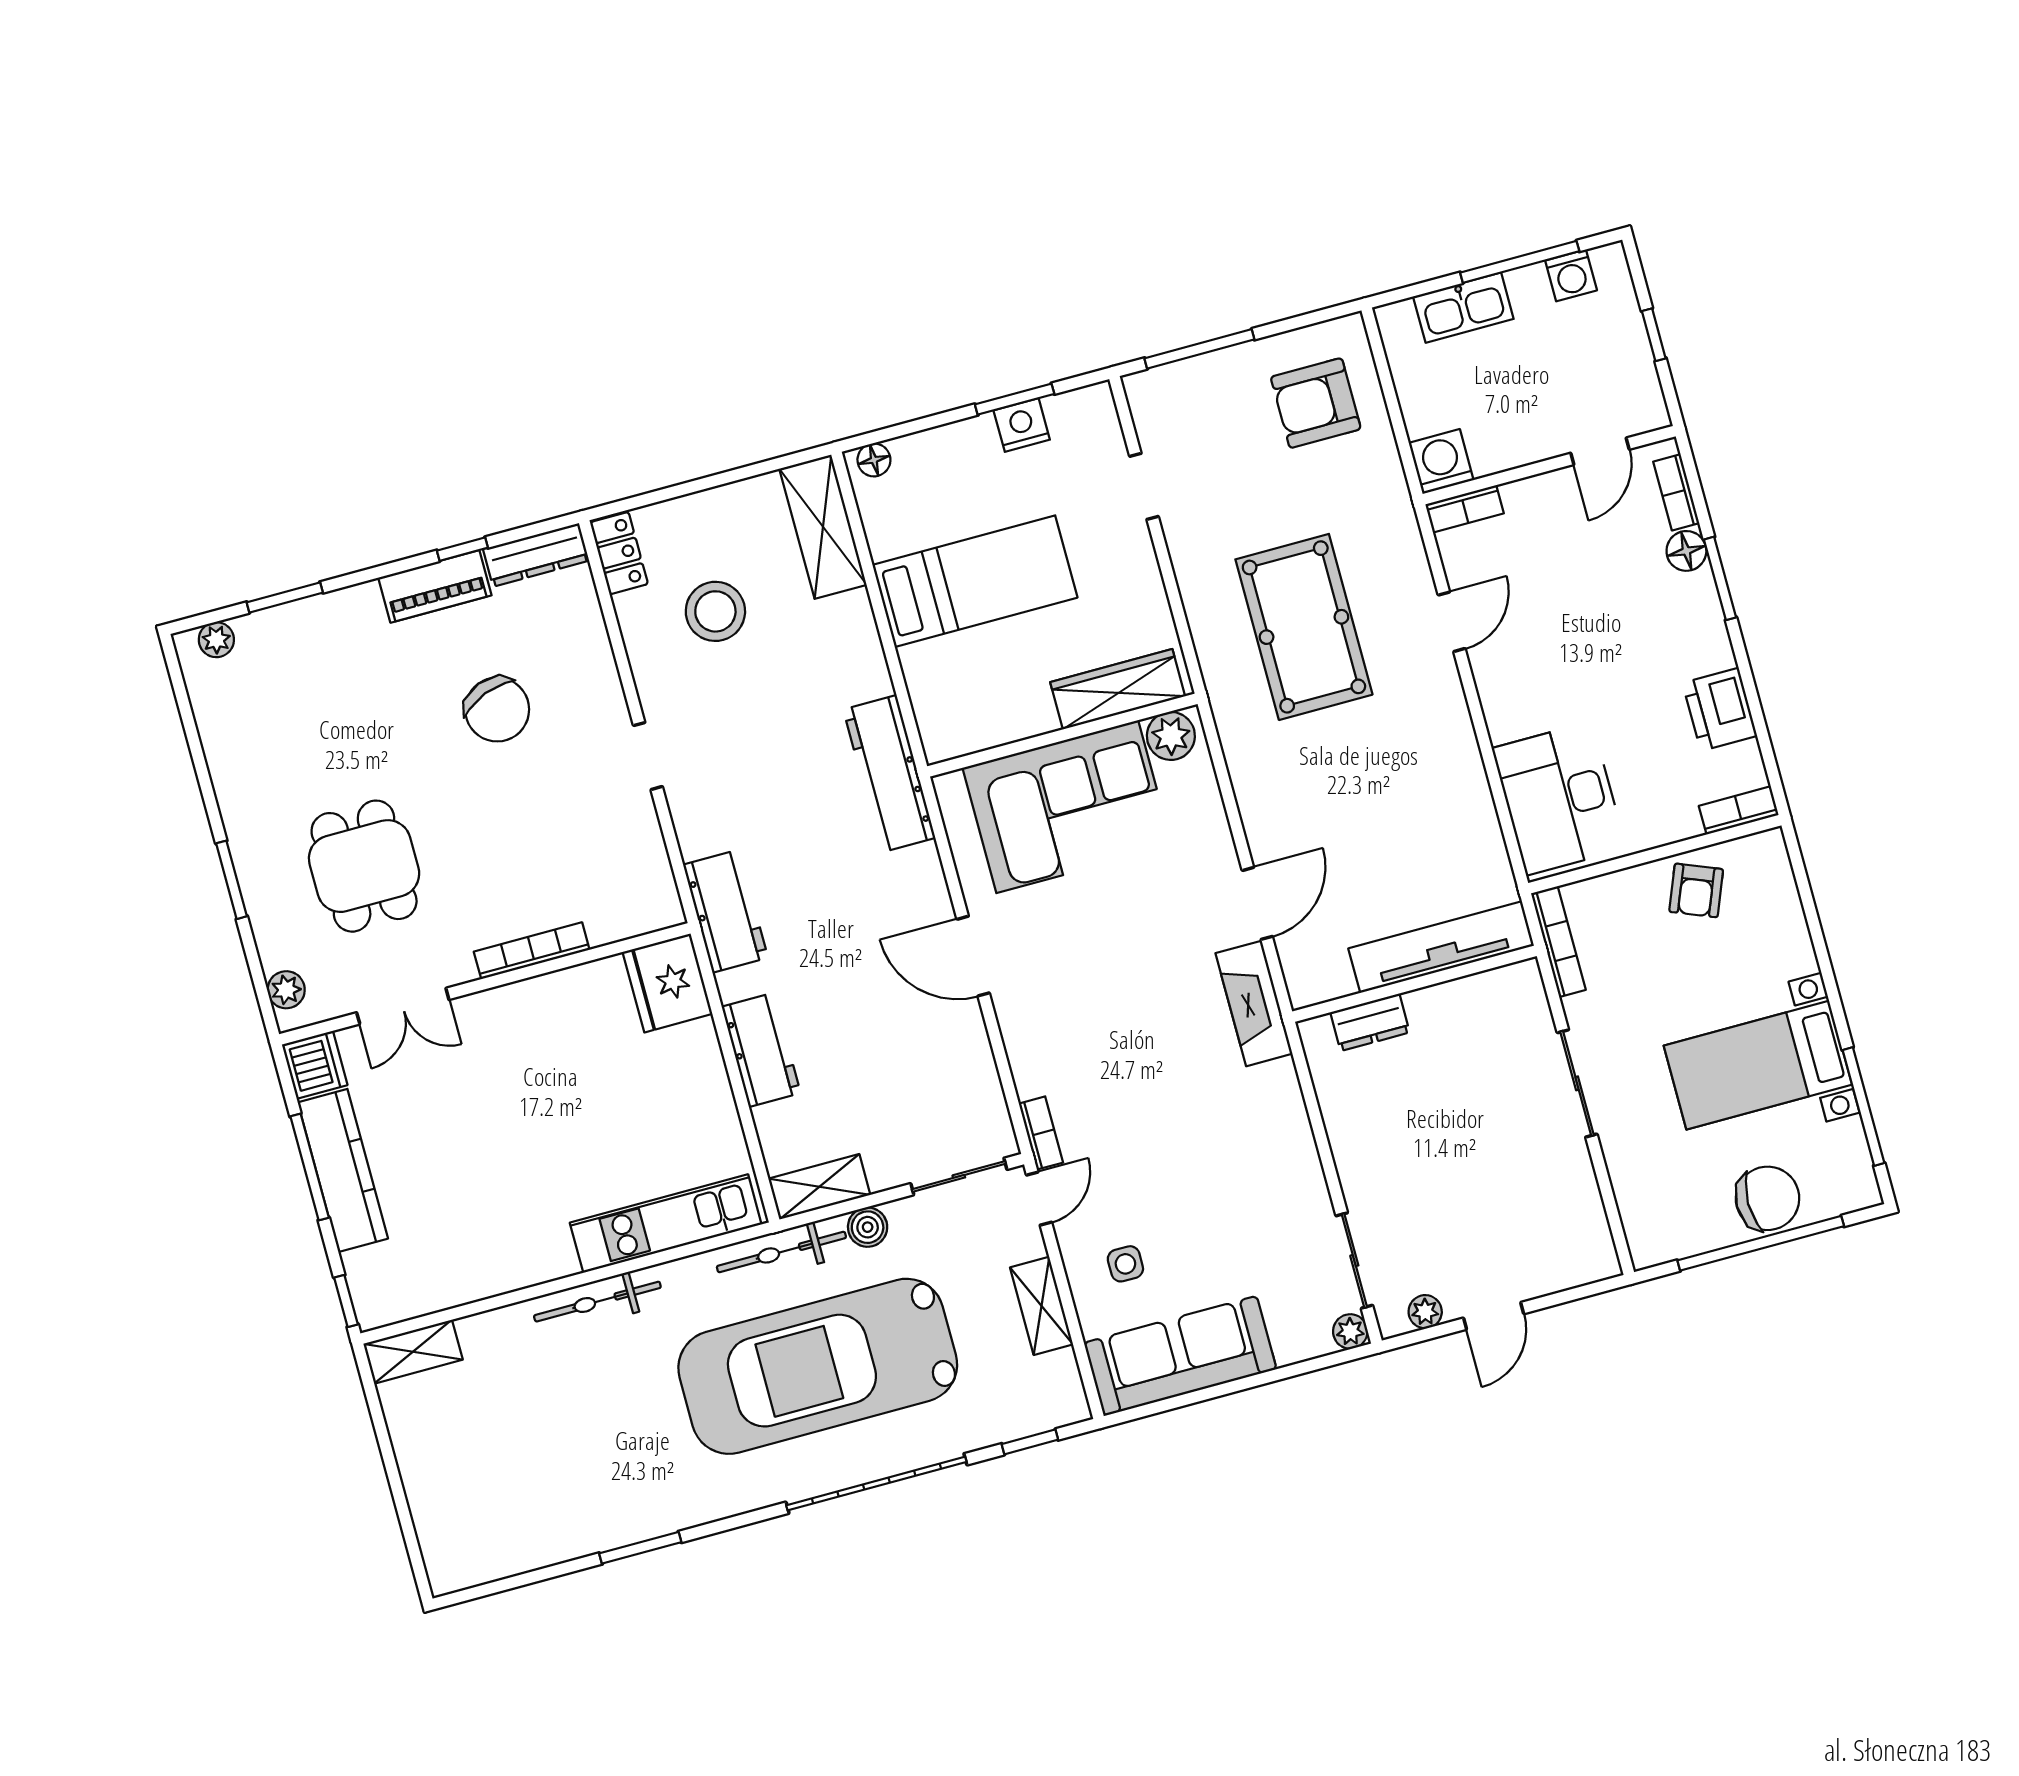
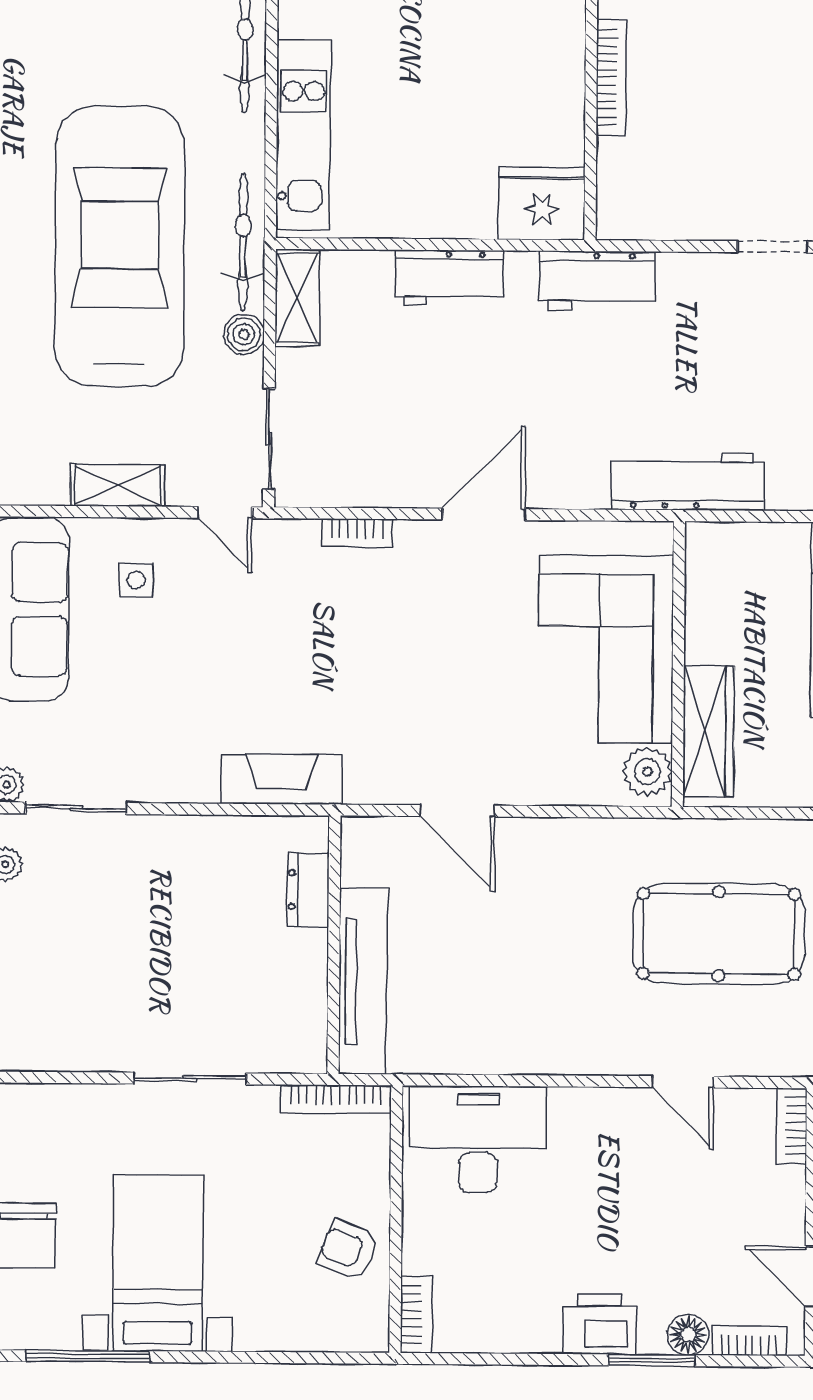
printer: (1720, 709) -> (600, 1324), moved
fireplace: (1254, 1003) -> (282, 779), moved
bookcase: (1041, 1133) -> (357, 533), moved

